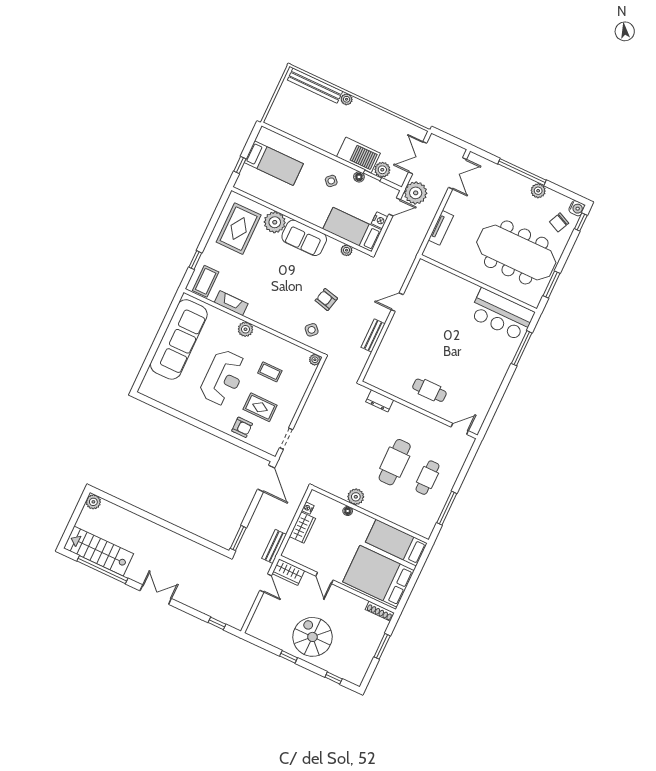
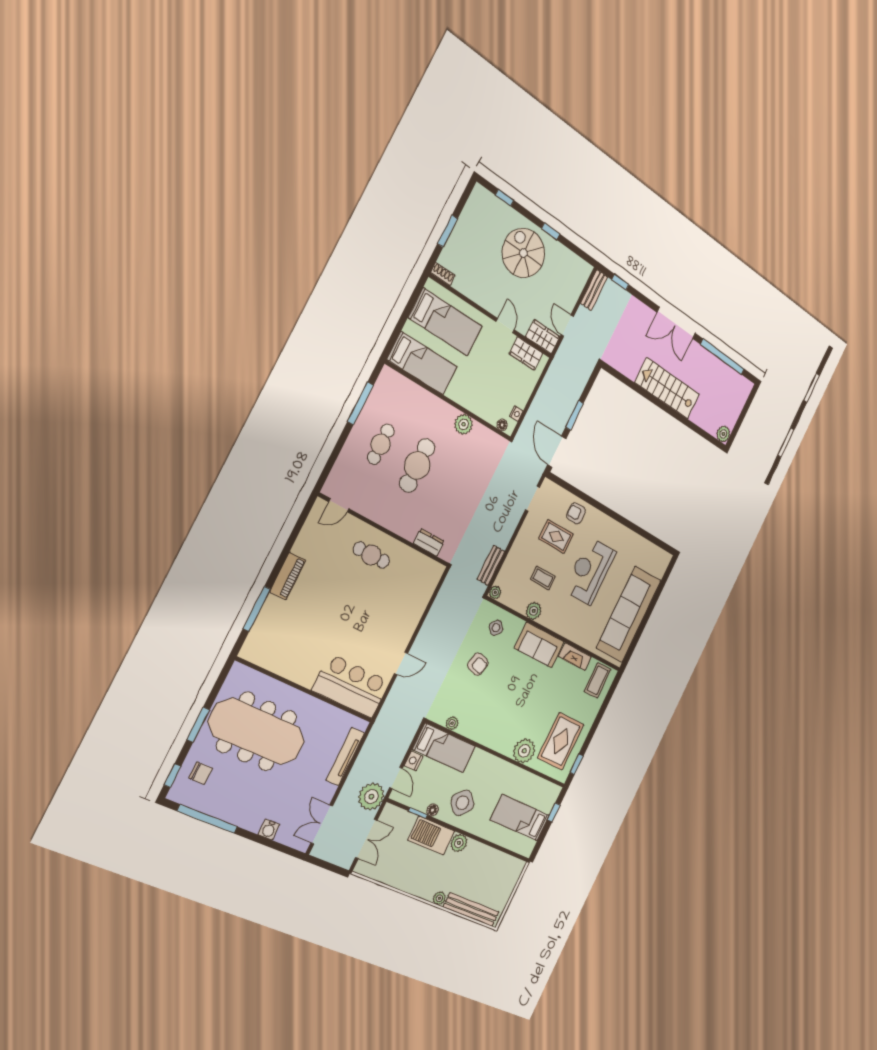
plant: (382, 170) -> (459, 843), moved
window: (522, 172) -> (207, 819), moved
side table: (331, 181) -> (462, 803), width x1.87, depth x1.87
plant: (538, 191) -> (225, 811), removed
door: (395, 207) -> (396, 778), swing flipped
water cooler: (577, 208) -> (269, 829), moved, turned -90
chair: (559, 222) -> (201, 773), turned 65
tv unit: (441, 228) -> (345, 757), width x1.41
sofa: (304, 238) -> (539, 645), moved, turned 180
window: (195, 260) -> (576, 764), moved
window: (552, 285) -> (198, 725), moved
bar counter: (502, 314) -> (351, 686), moved
plant: (245, 329) -> (534, 611), moved
bench: (373, 336) -> (491, 565), moved
piano: (498, 374) -> (288, 576), added
floor lamp: (348, 511) -> (502, 425), moved
wardrobe: (302, 527) -> (526, 354), moved, turned -90
window: (238, 538) -> (575, 415), moved
bench: (274, 546) -> (594, 290), moved
stairs: (98, 551) -> (667, 388), moved, turned 180
bed: (378, 576) -> (445, 322), width x0.67
double door: (156, 595) -> (676, 323), width x1.37
shoe rack: (380, 611) -> (443, 274), width x0.70
spiral stairs: (312, 637) -> (523, 253), turned 180

